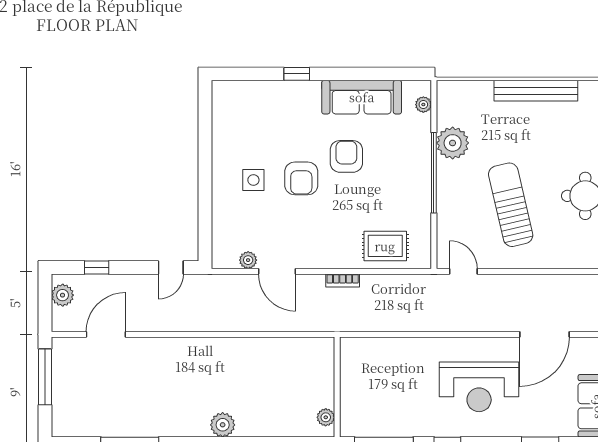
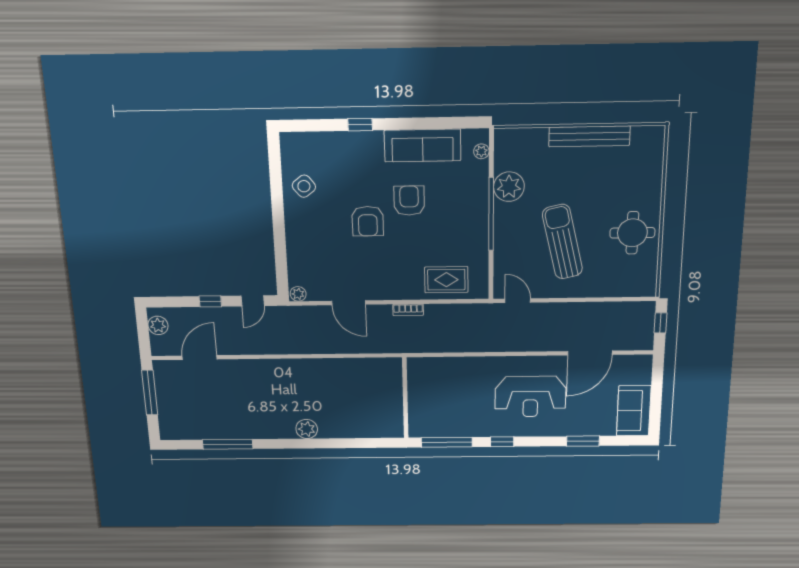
side table: (253, 180) -> (304, 186), moved, turned -38
plant: (248, 260) -> (298, 294), moved
window: (97, 268) -> (210, 301), moved
plant: (326, 417) -> (396, 422), removed

